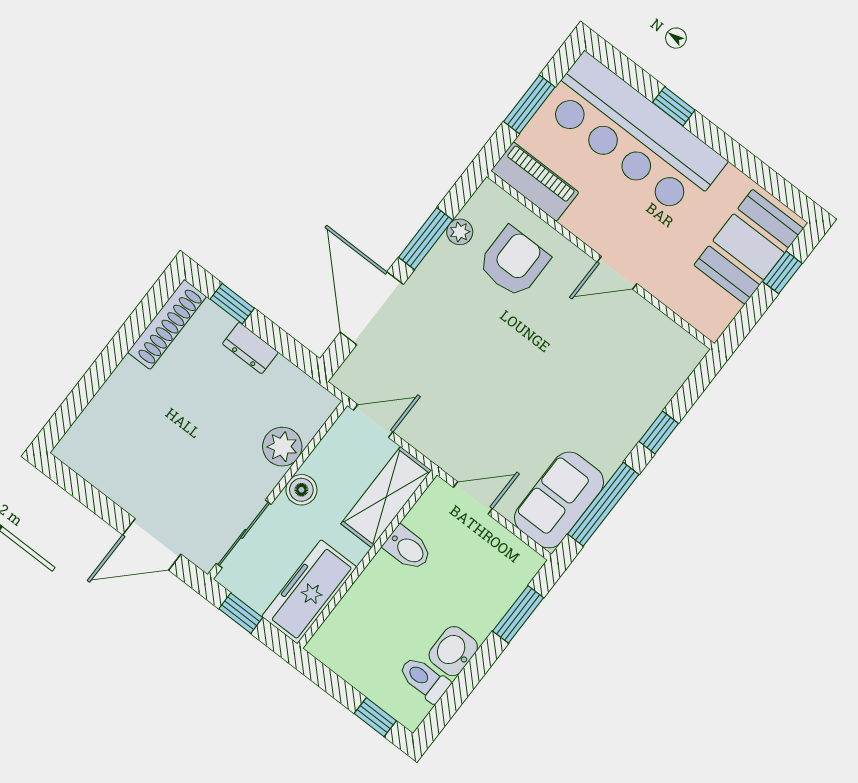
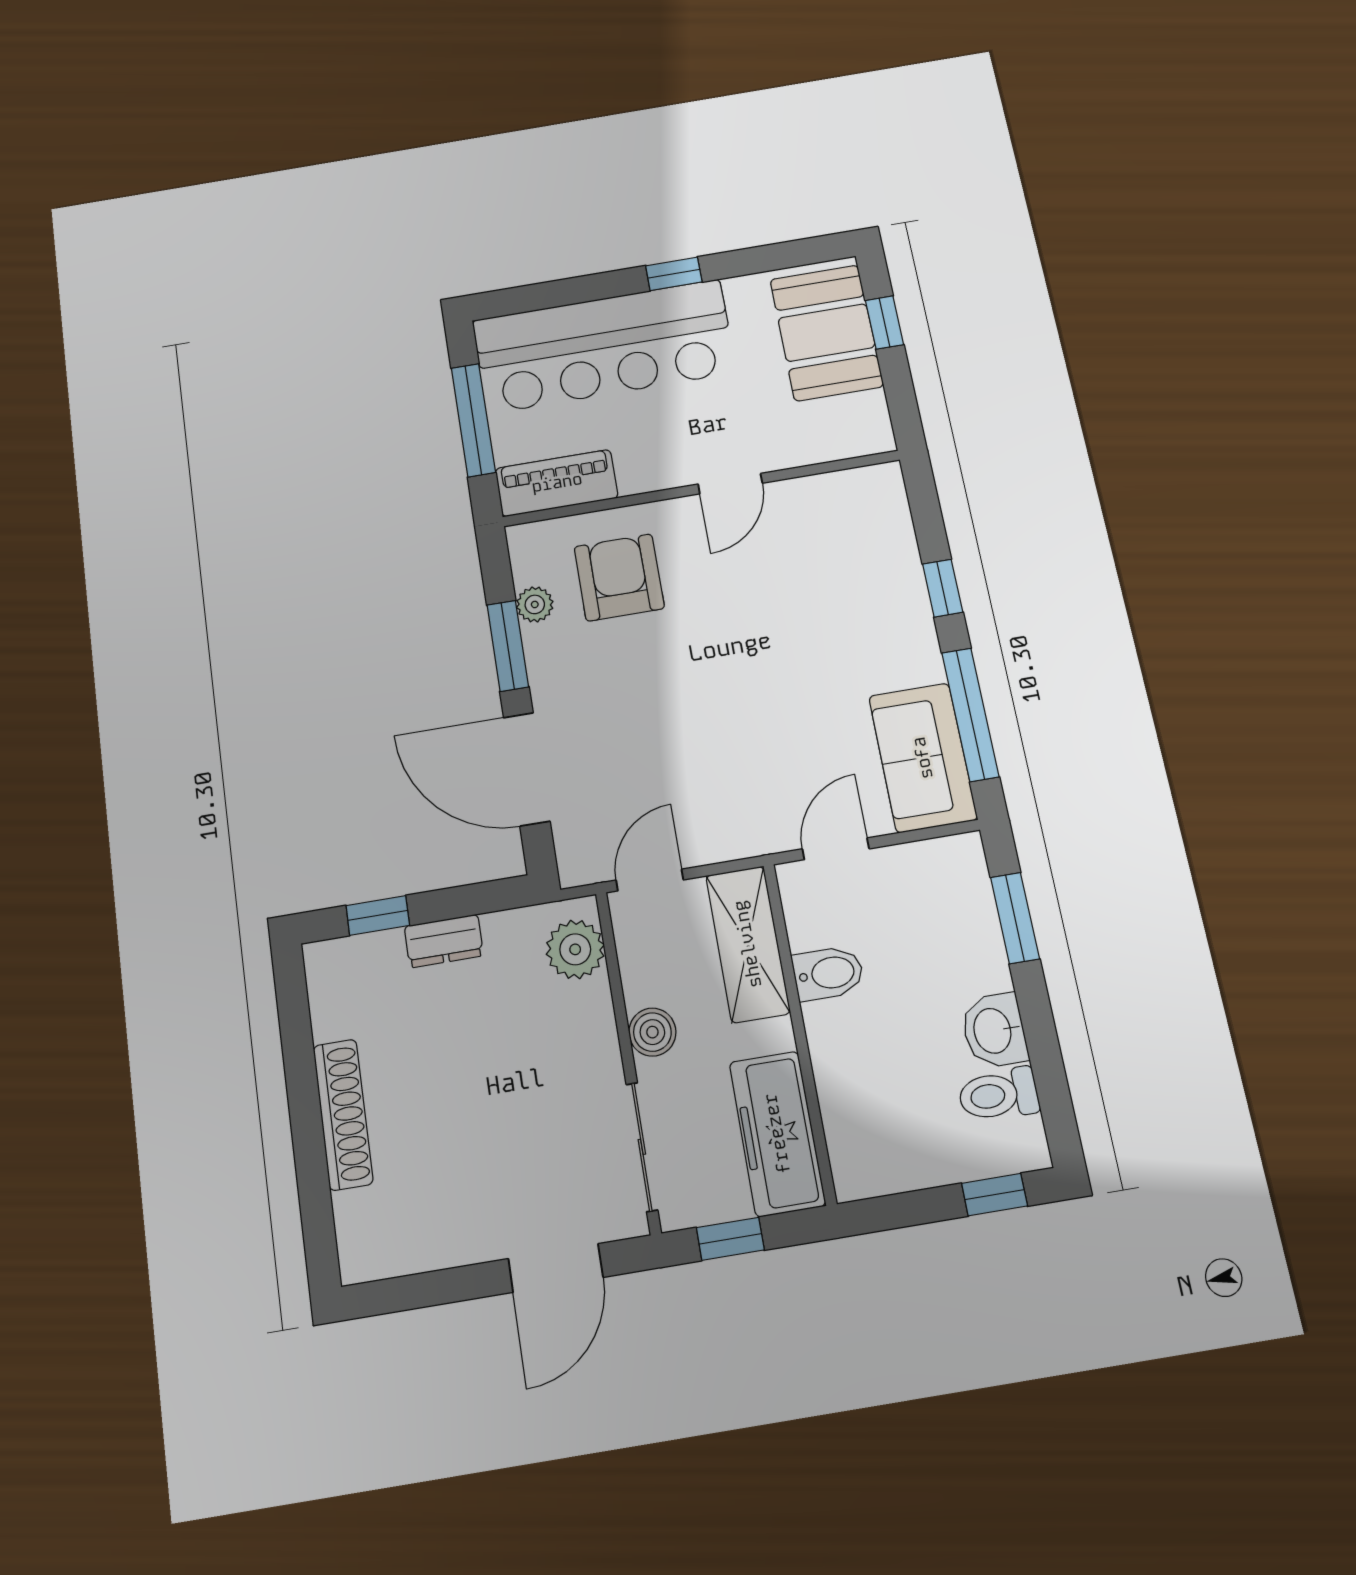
window: (529, 104) -> (473, 420), width x1.44
window: (674, 106) -> (674, 274), moved
shoe rack: (167, 324) -> (343, 1114), moved
plant: (282, 447) -> (575, 949), moved

